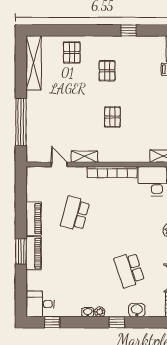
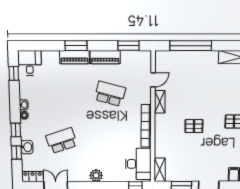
window: (21, 192) -> (129, 46), added
window: (143, 322) -> (17, 152), added

